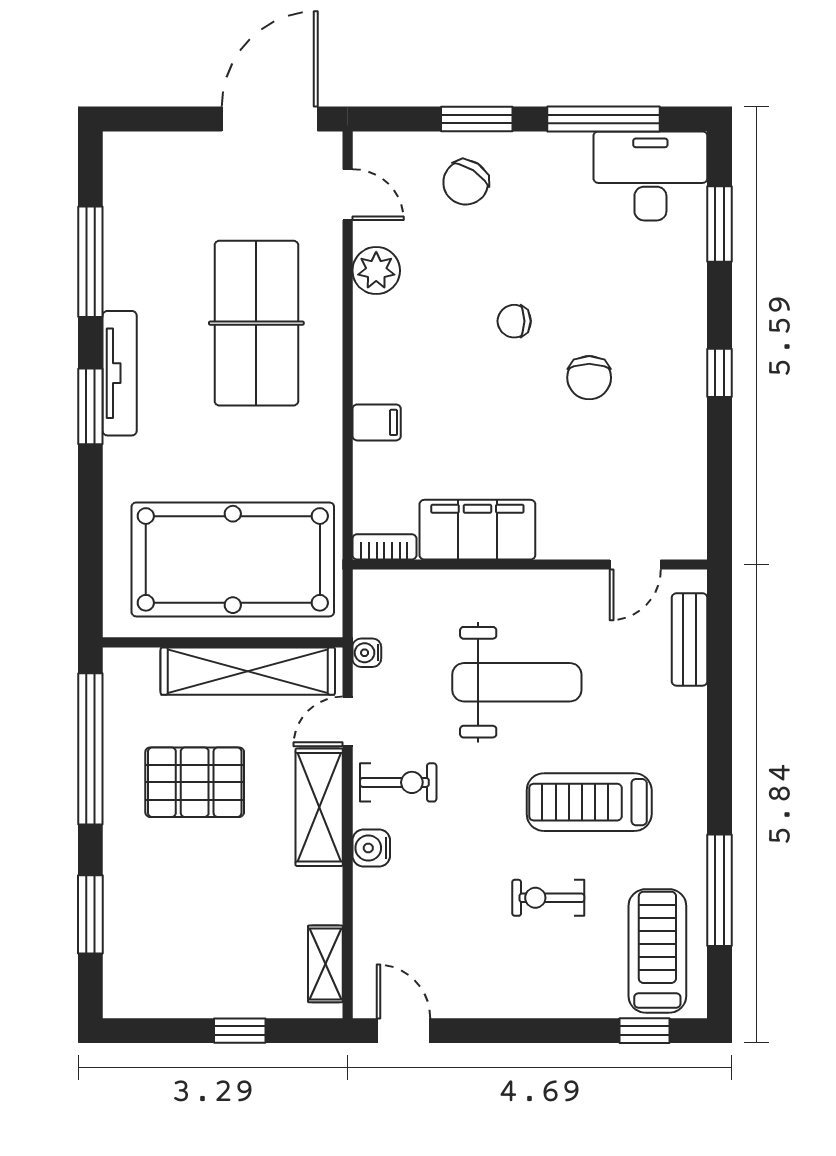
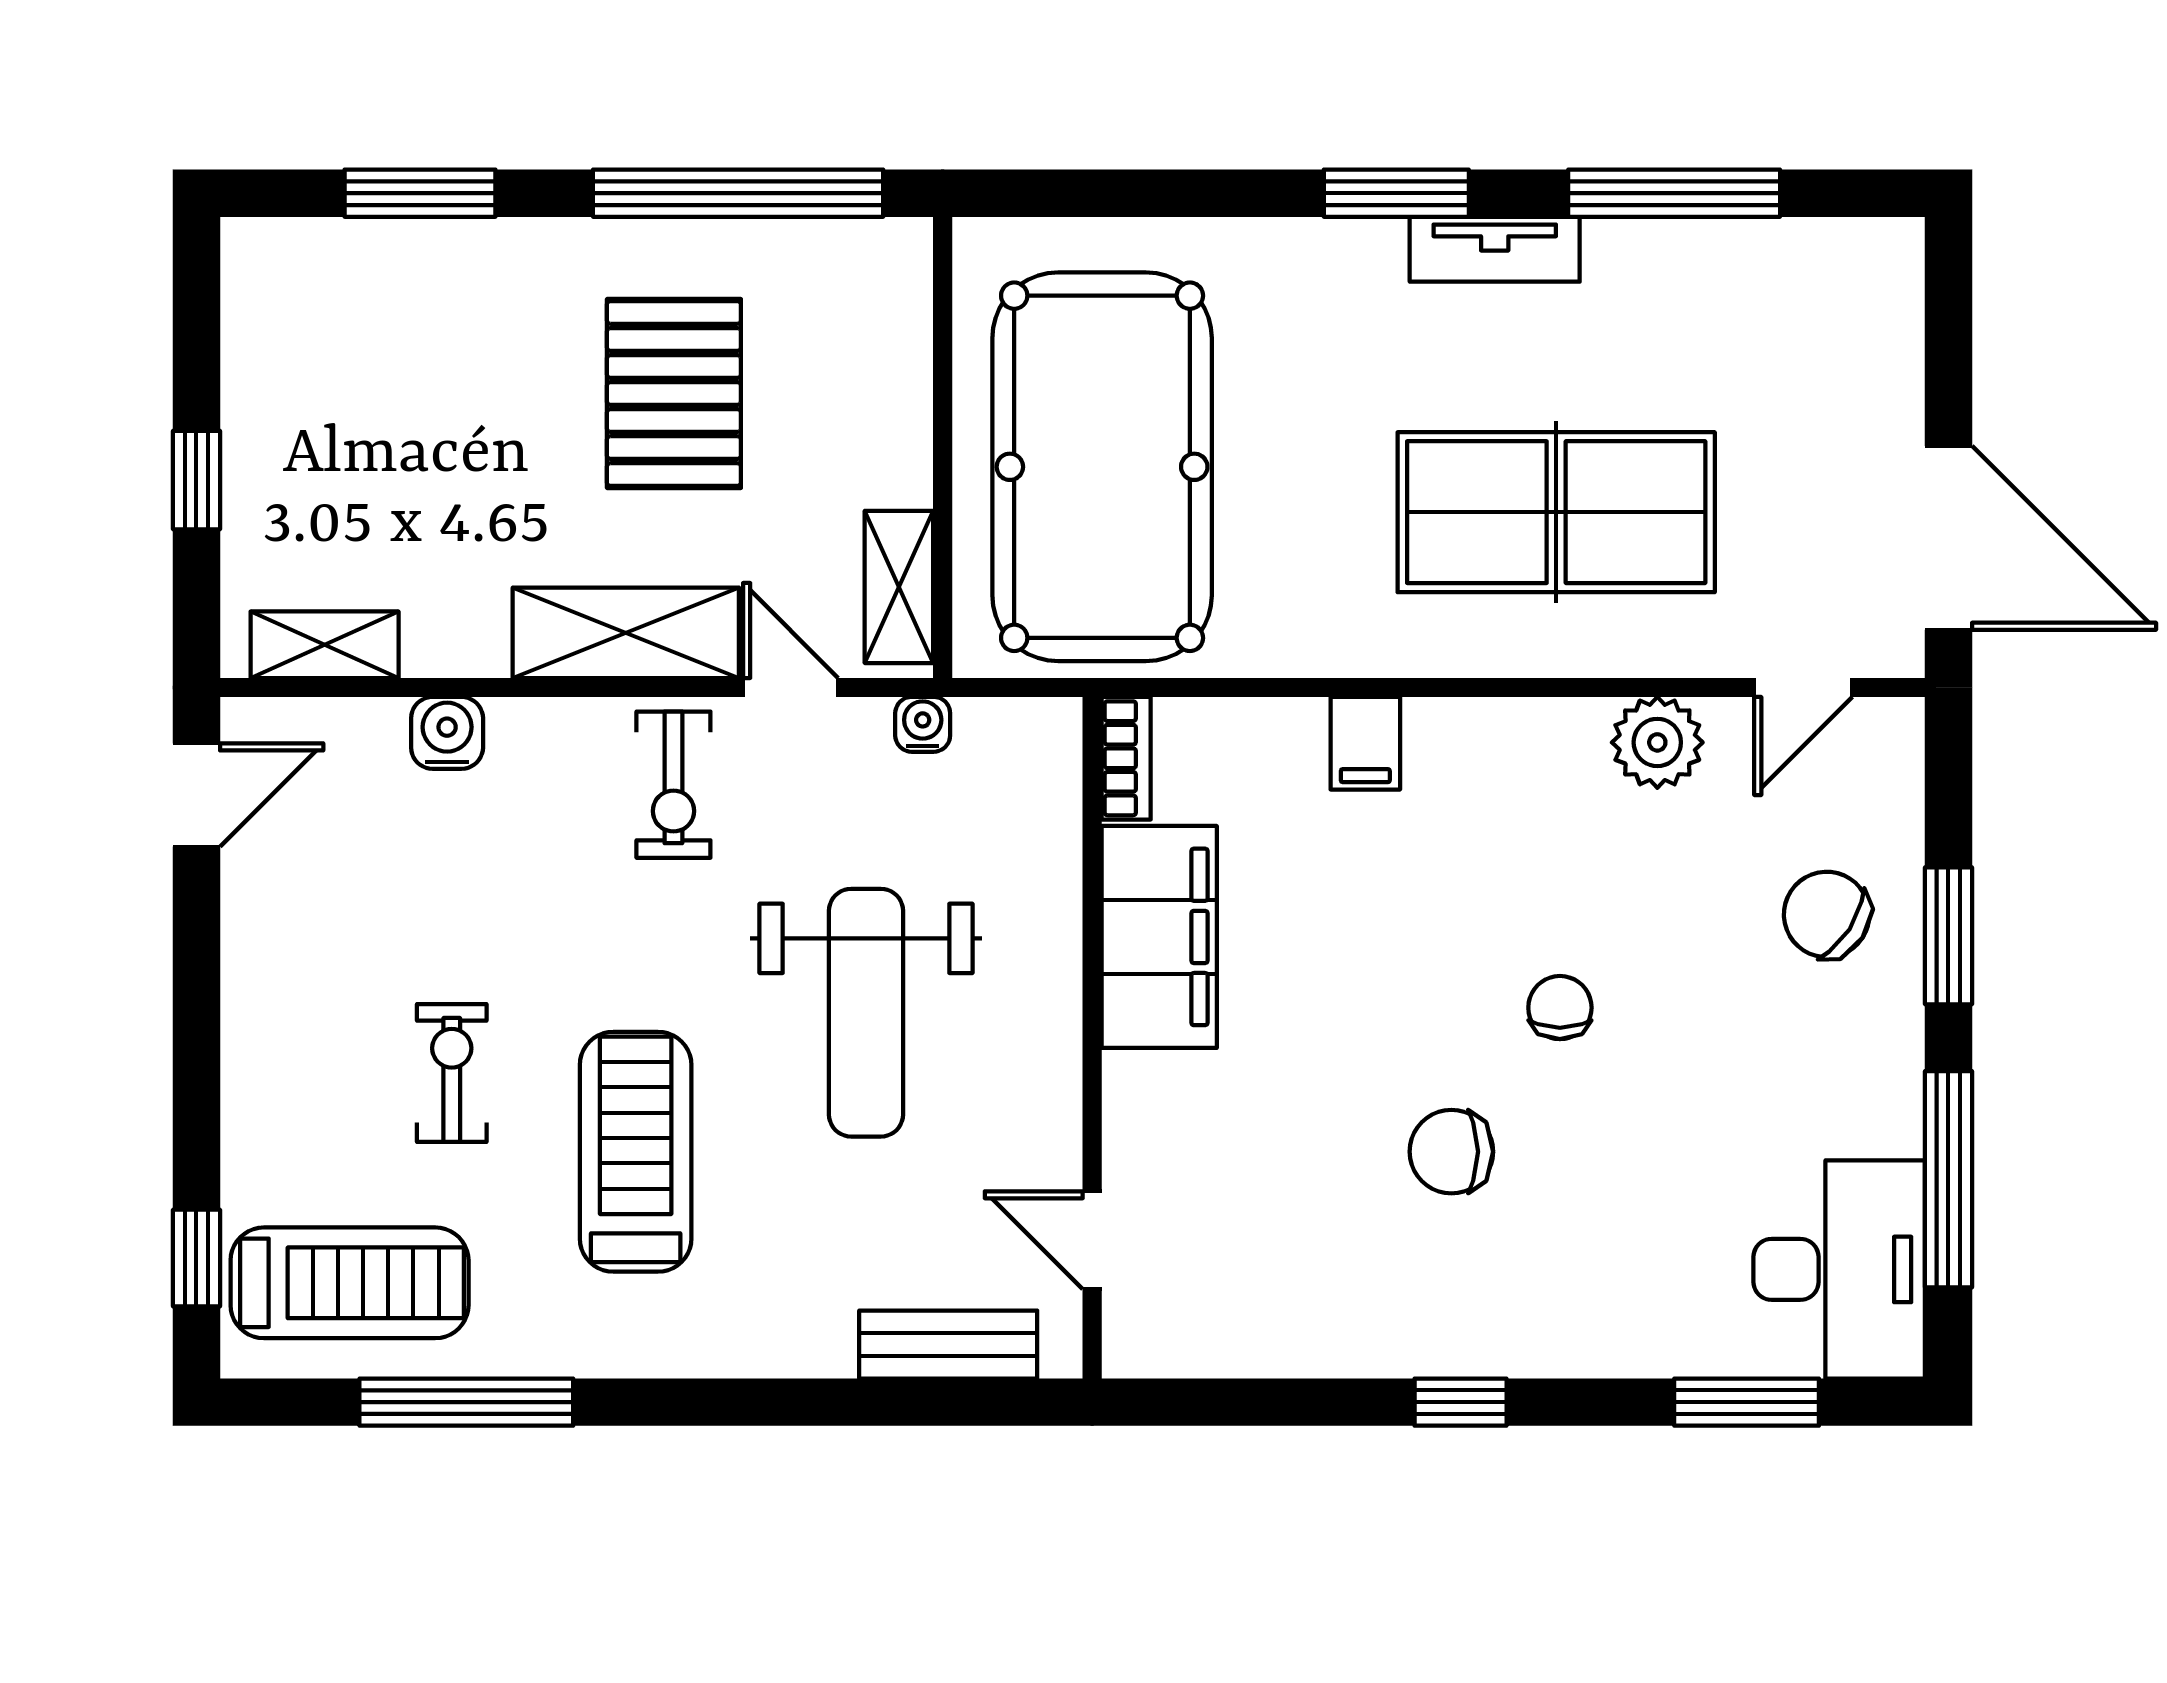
tv unit: (120, 373) -> (1495, 249), width x0.71
shelving: (248, 671) -> (899, 587), width x0.45, depth x0.75
water cooler: (371, 848) -> (447, 733), moved

